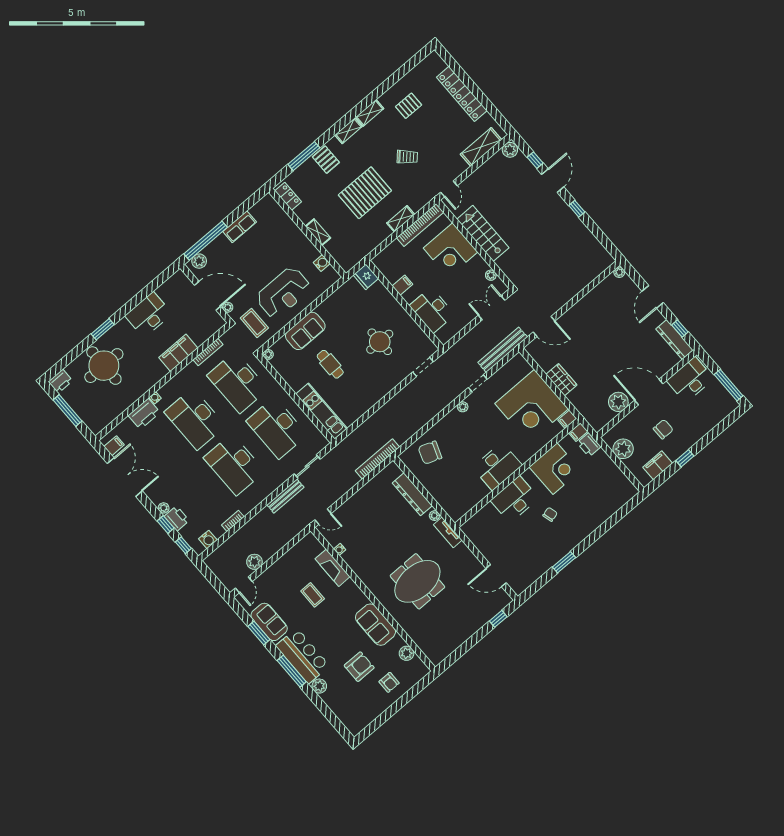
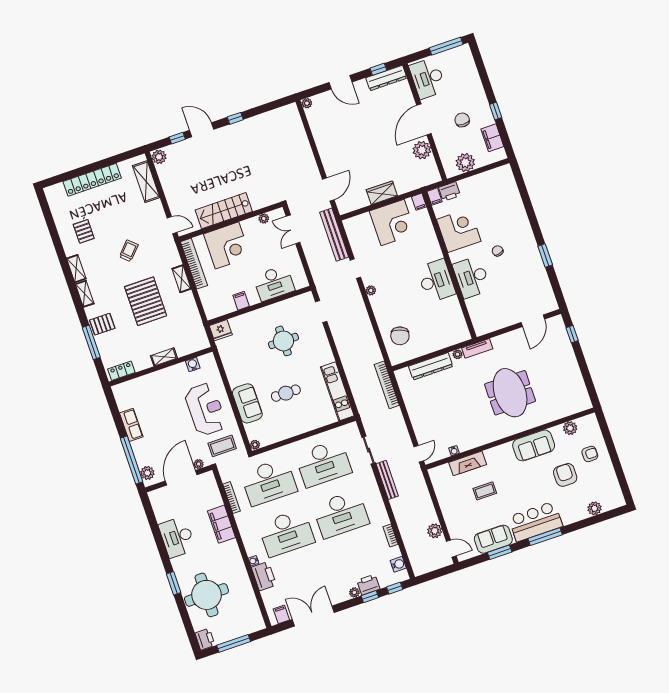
corner desk: (532, 406) -> (393, 222), width x0.74, depth x0.74
kitchen unit: (321, 411) -> (337, 391), moved, turned -90
plant: (319, 686) -> (594, 508), moved

